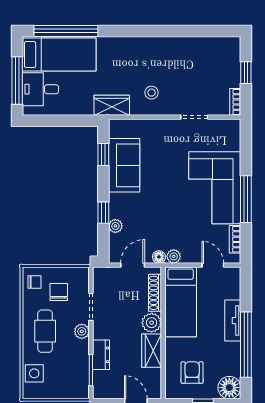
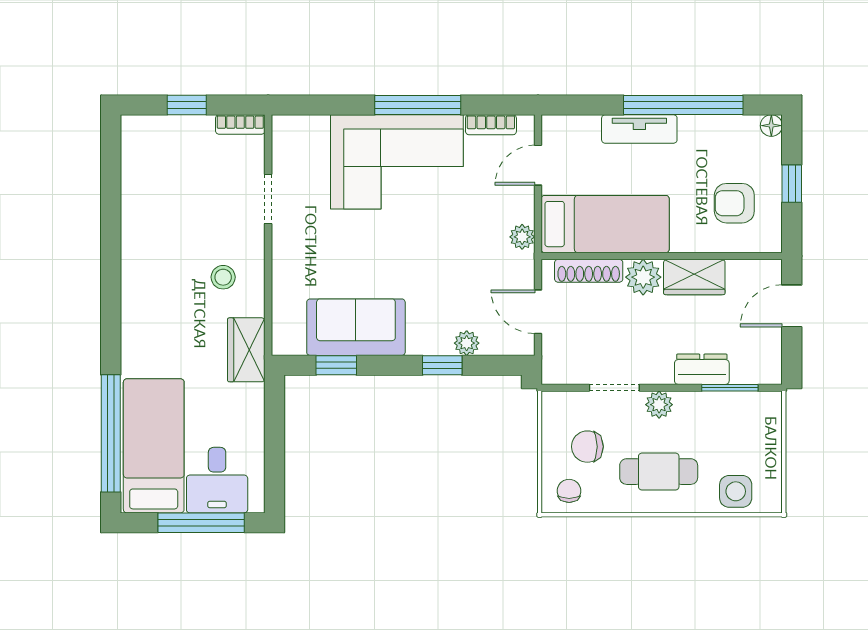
floor lamp: (159, 257) -> (523, 264), removed
floor lamp: (229, 388) -> (771, 126), width x0.53, depth x0.53

